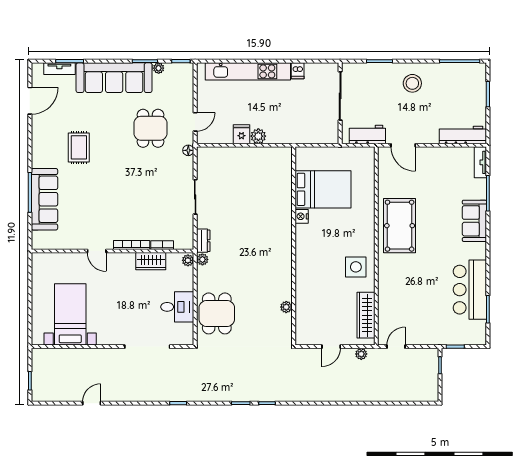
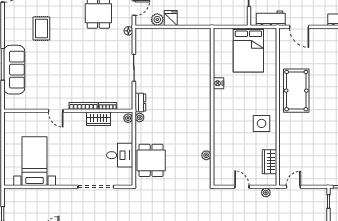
plant: (258, 136) -> (157, 20), moved
bed: (323, 189) -> (248, 50), moved, turned 90
wardrobe: (366, 315) -> (270, 162), width x0.67
door: (331, 347) -> (242, 187), swing flipped

